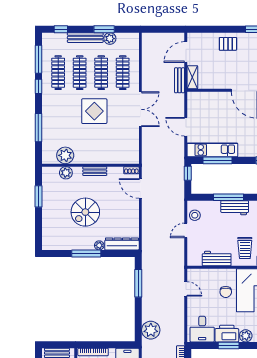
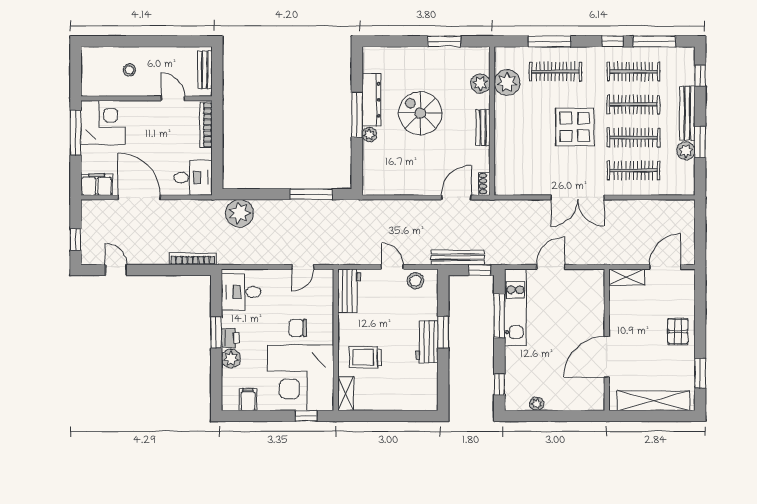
door: (186, 52) -> (665, 267), hinge flipped
bench: (180, 80) -> (457, 257), moved, width x1.36
clothes rail: (58, 124) -> (556, 72), added
window: (228, 197) -> (443, 332), width x0.69
dresser: (122, 244) -> (371, 100), moved
workbench: (217, 259) -> (349, 291), moved
printer: (227, 334) -> (230, 338), width x0.53, depth x0.68

